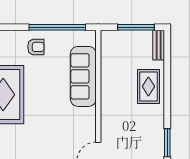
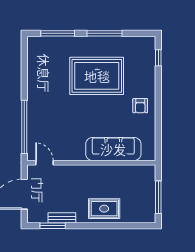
window: (57, 27) -> (158, 125), removed
bench: (159, 45) -> (62, 218), moved

